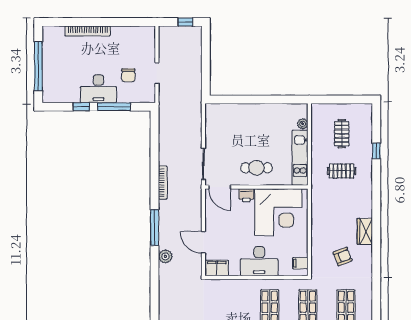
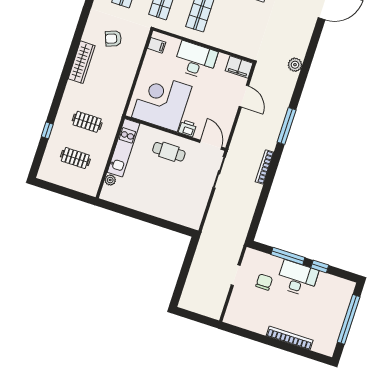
window: (185, 22) -> (192, 316), removed
clothes rail: (342, 134) -> (75, 158), turned 90
wardrobe: (365, 231) -> (82, 62), width x1.50
plant: (165, 256) -> (295, 65), moved

